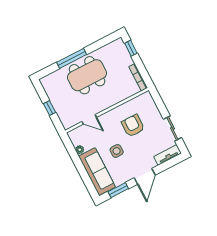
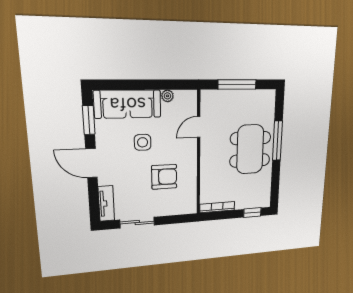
window: (49, 108) -> (237, 85), width x2.17

